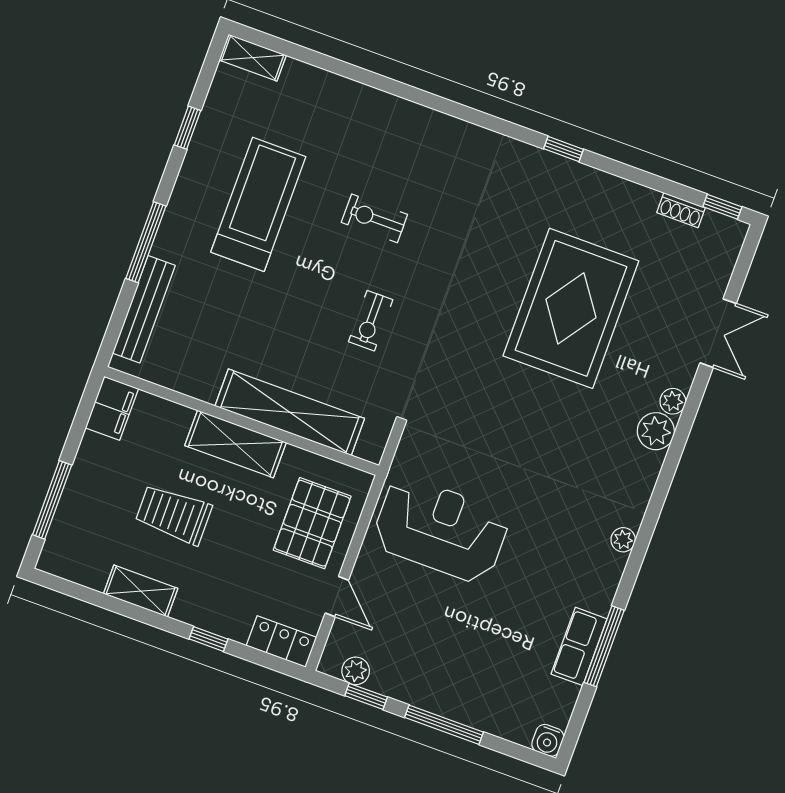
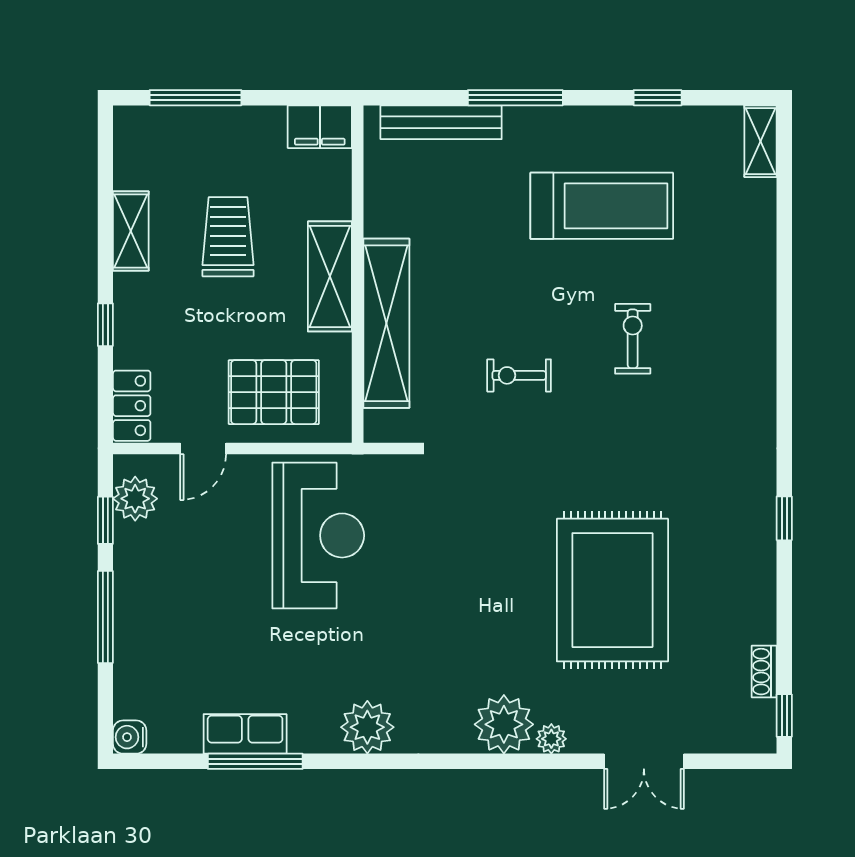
rug: (571, 308) -> (612, 590), turned 90
plant: (656, 431) -> (504, 724), width x1.36, depth x1.36
plant: (623, 540) -> (367, 727), width x1.87, depth x1.87
plant: (356, 671) -> (135, 499), width x1.38, depth x1.38

